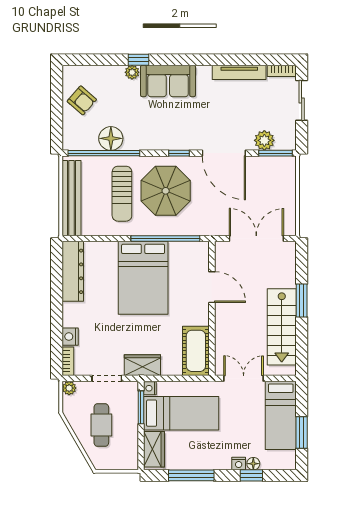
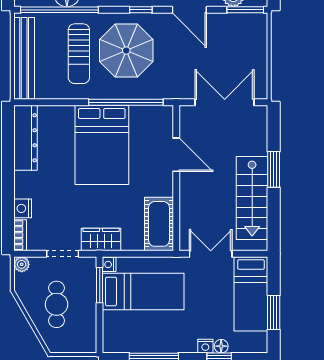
door: (224, 153) -> (189, 10), width x0.73
wardrobe: (154, 449) -> (114, 331), removed

